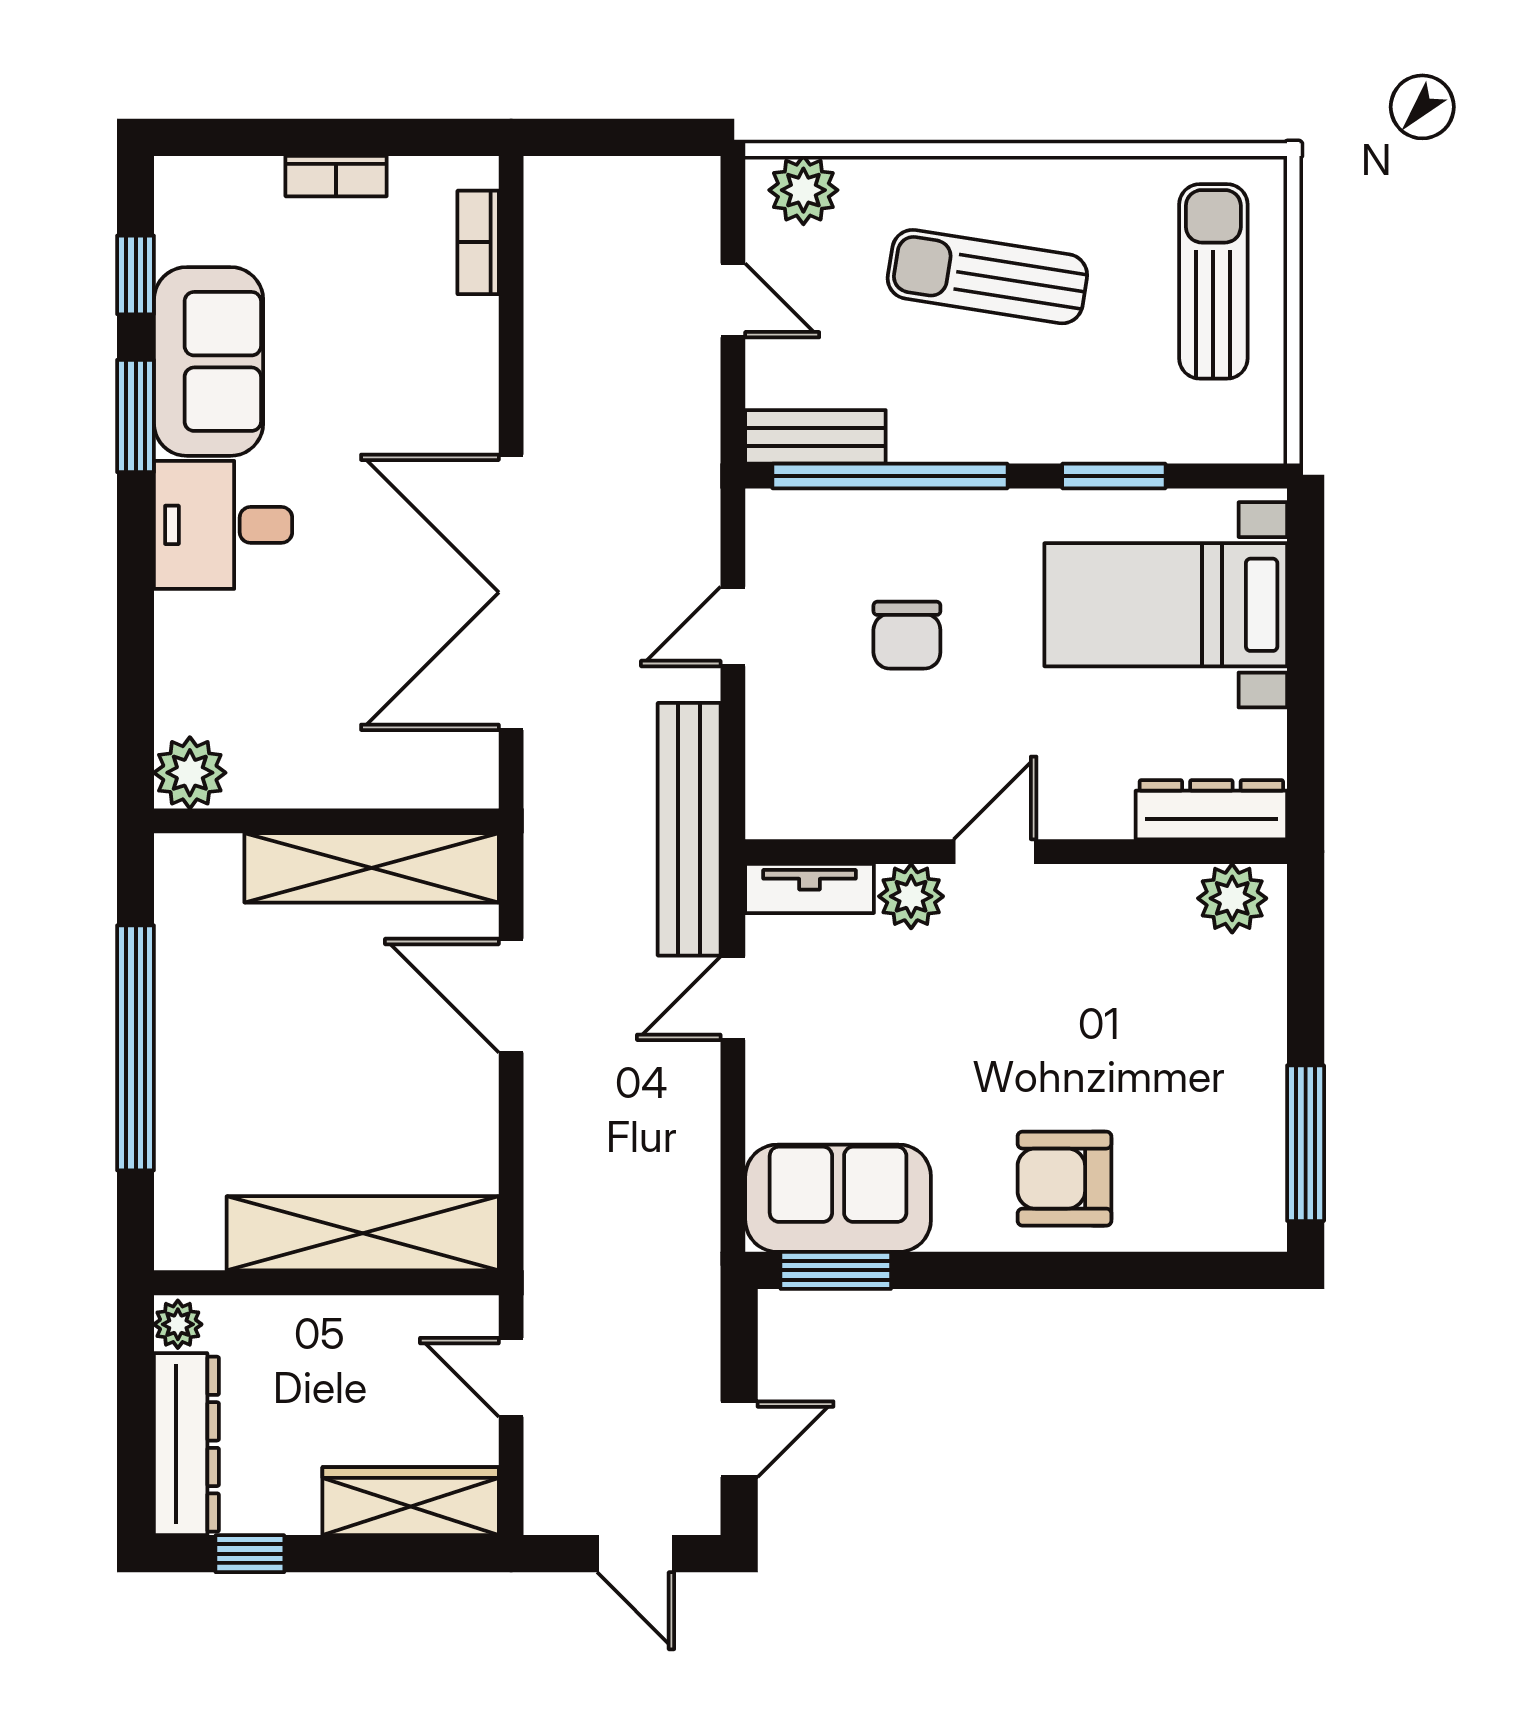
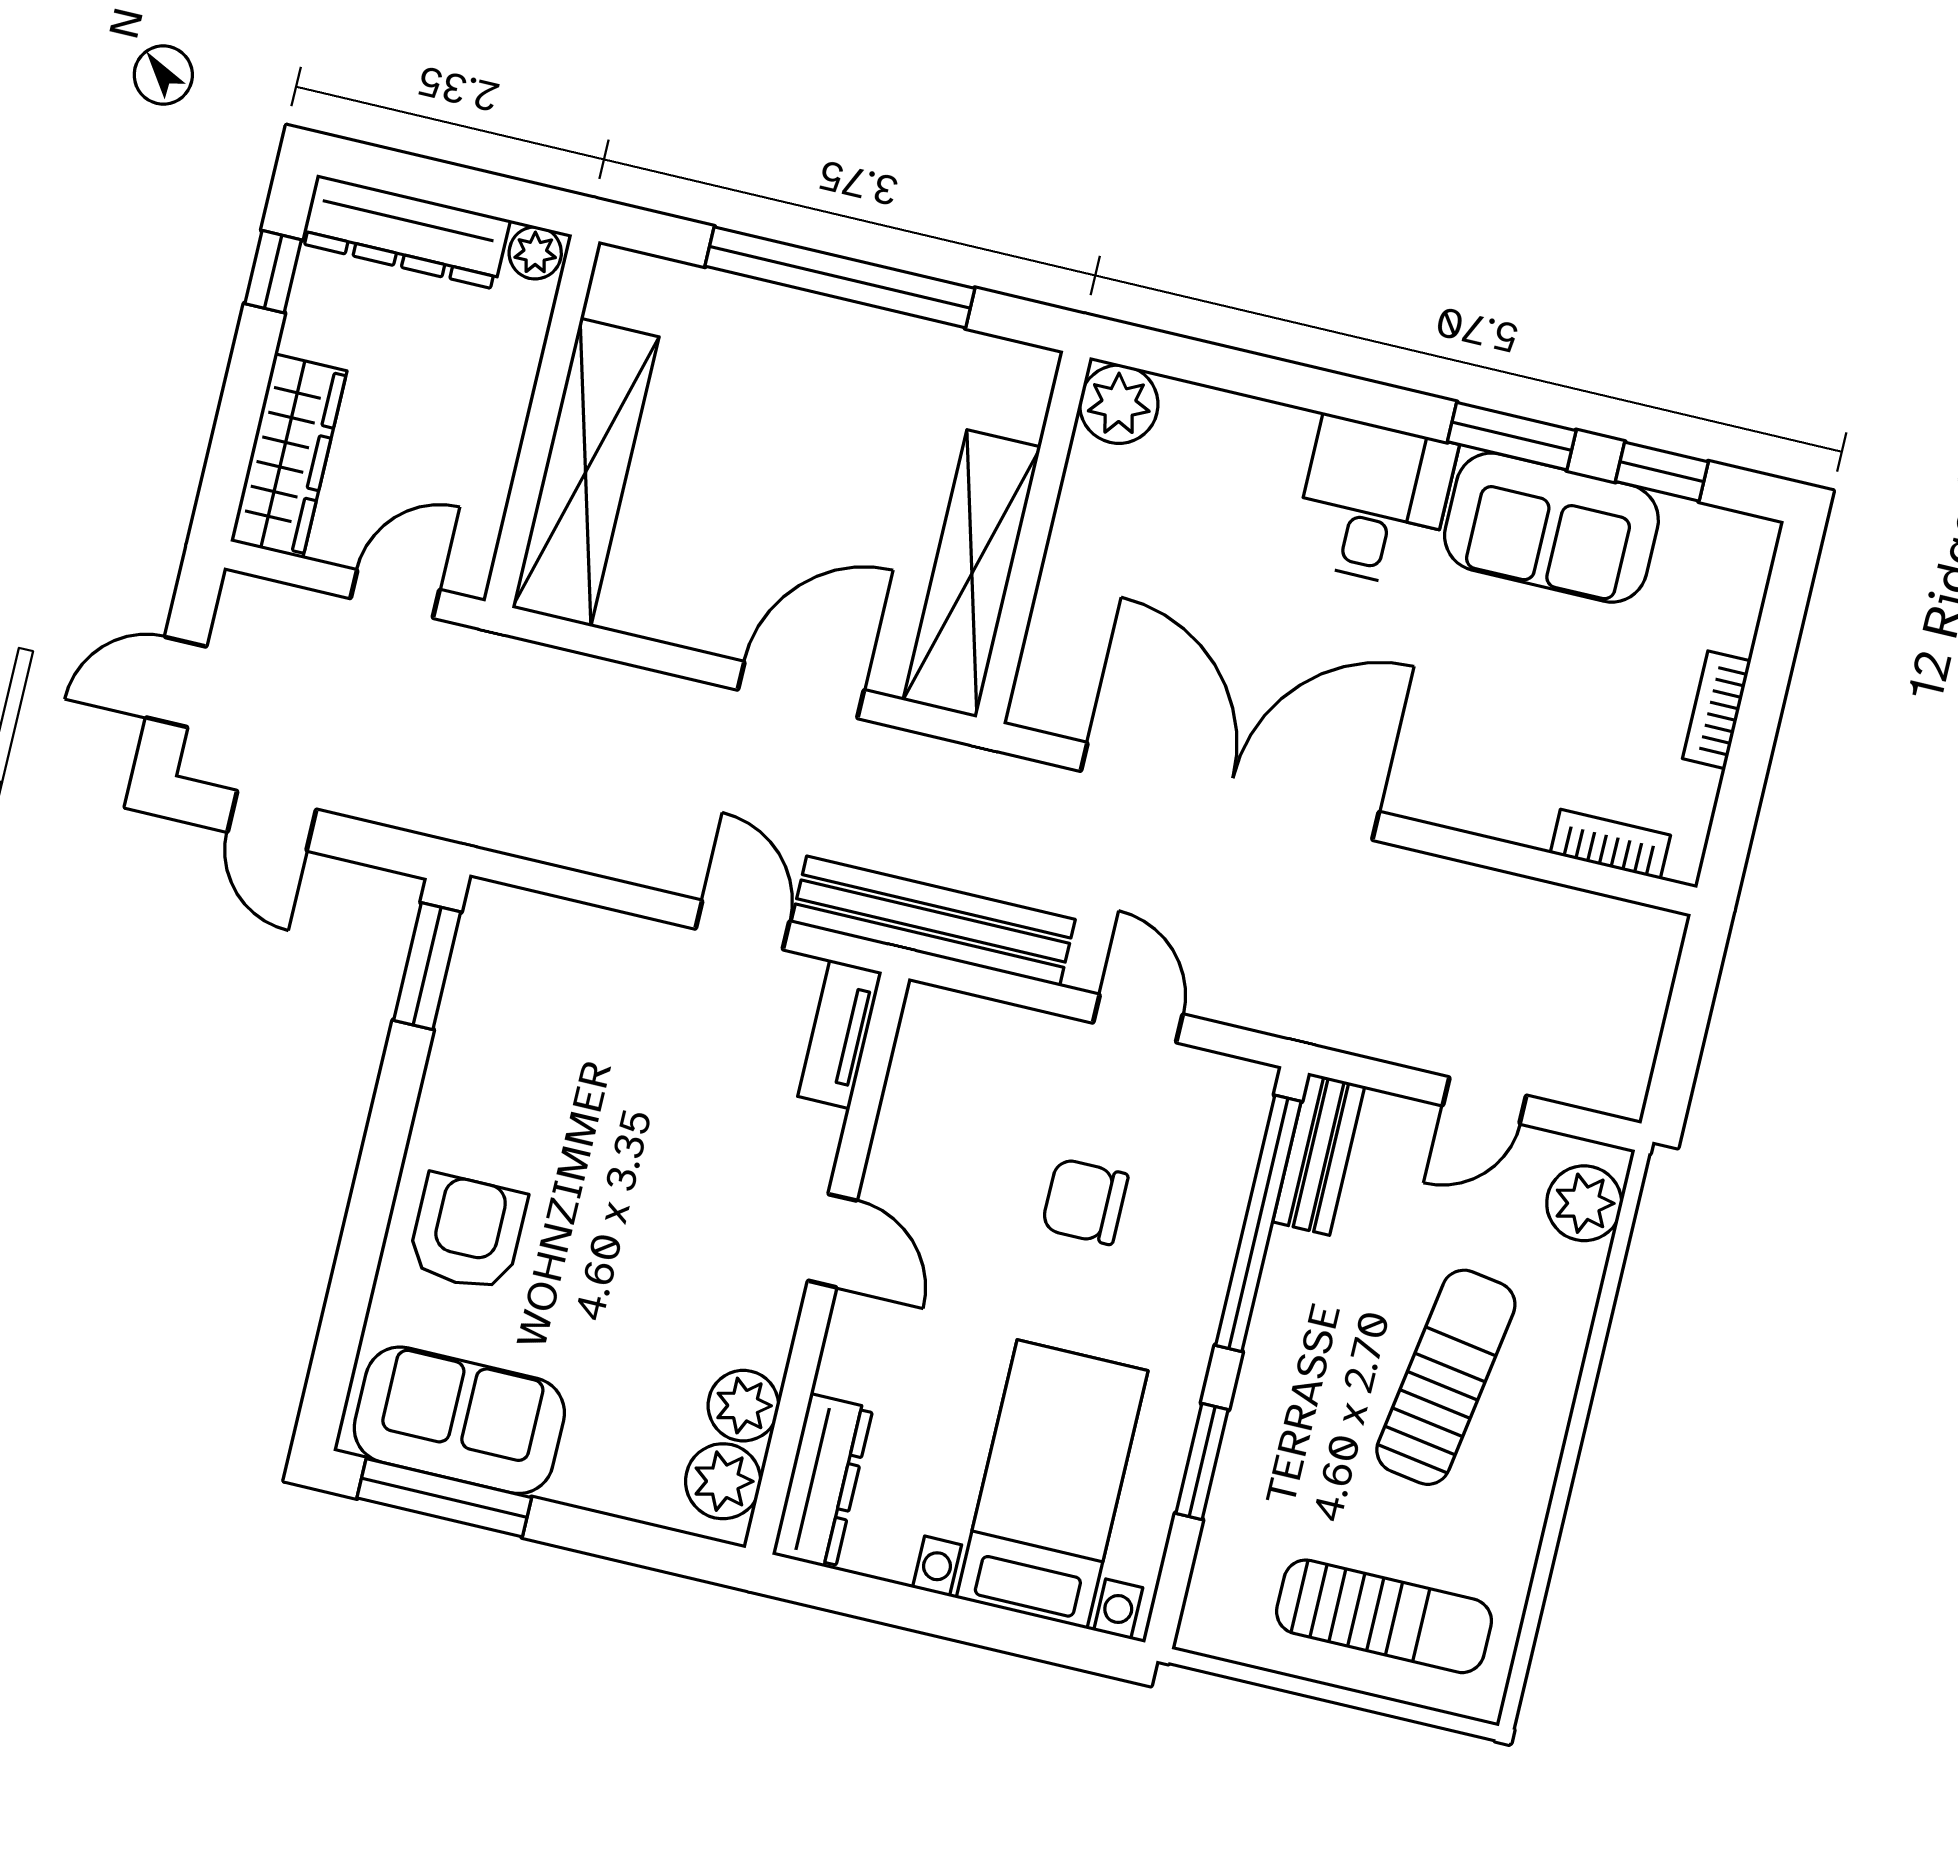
plant: (911, 896) -> (743, 1406), moved
sofa: (838, 1198) -> (459, 1420), moved, turned -90

